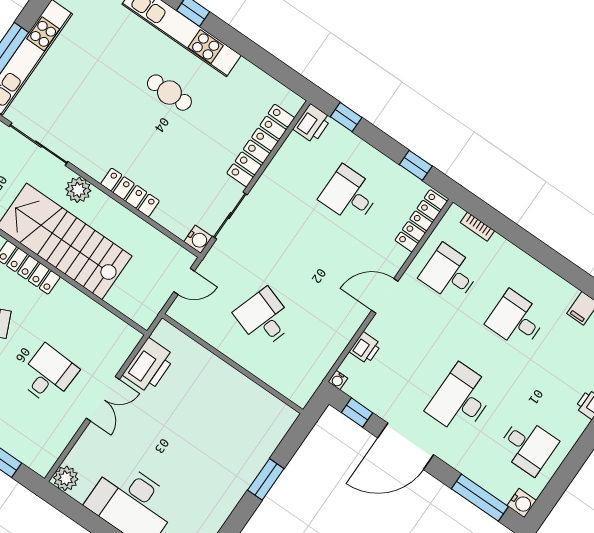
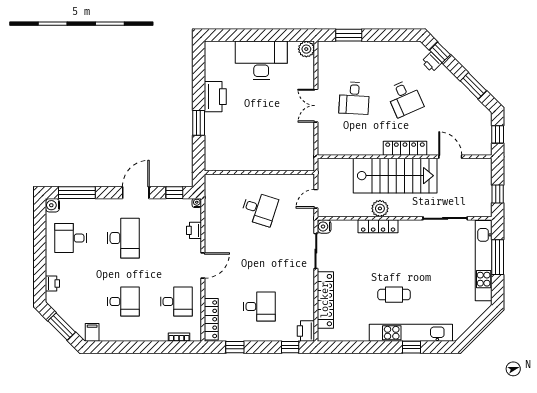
plant: (78, 190) -> (380, 208), moved
printer: (149, 366) -> (215, 97), moved, turned 180
door: (406, 446) -> (136, 193), width x0.73

